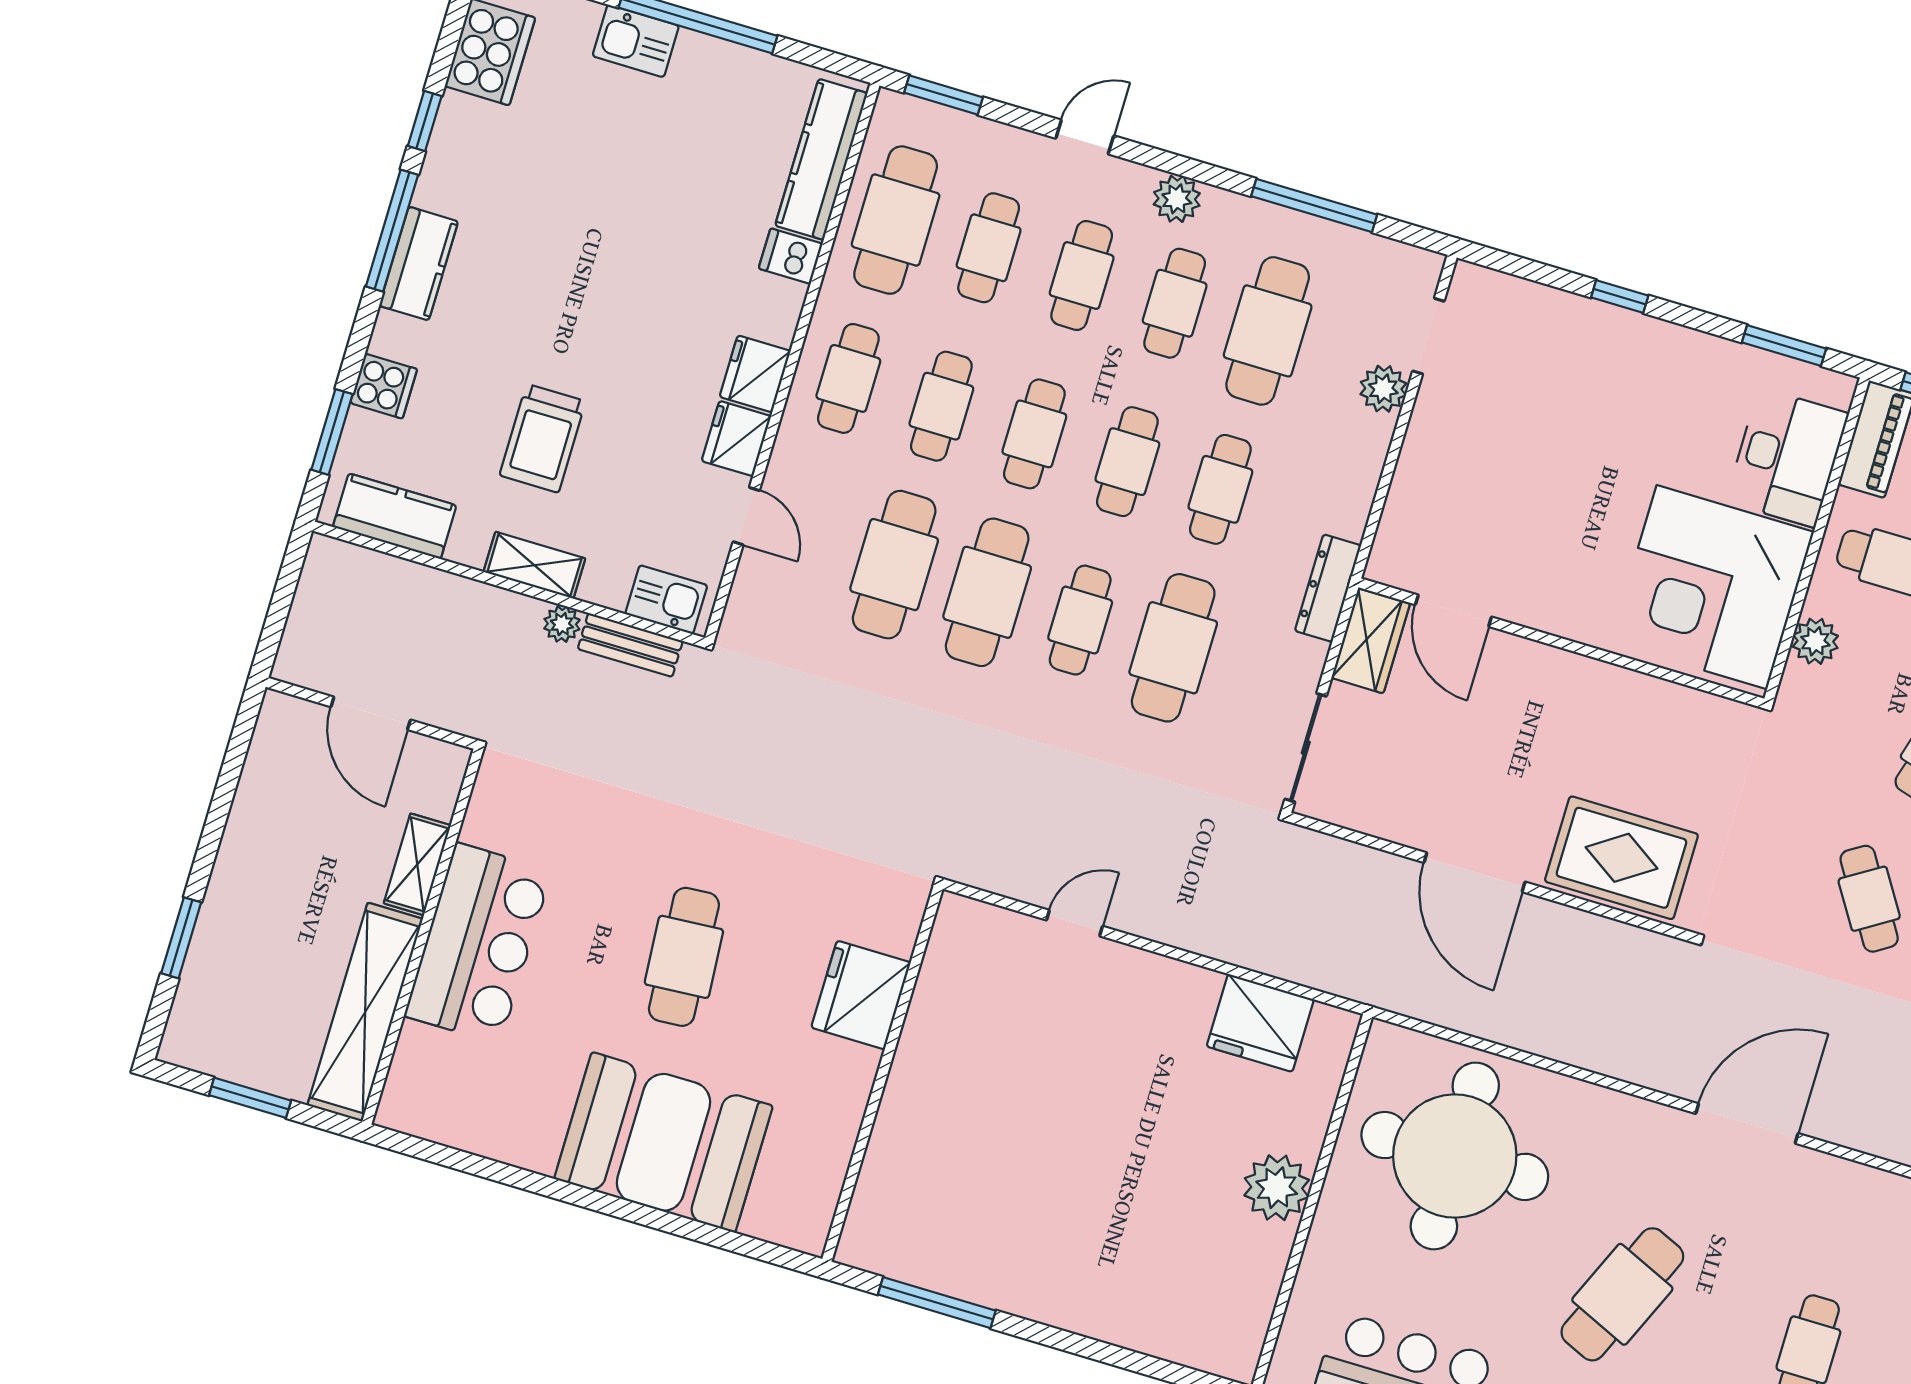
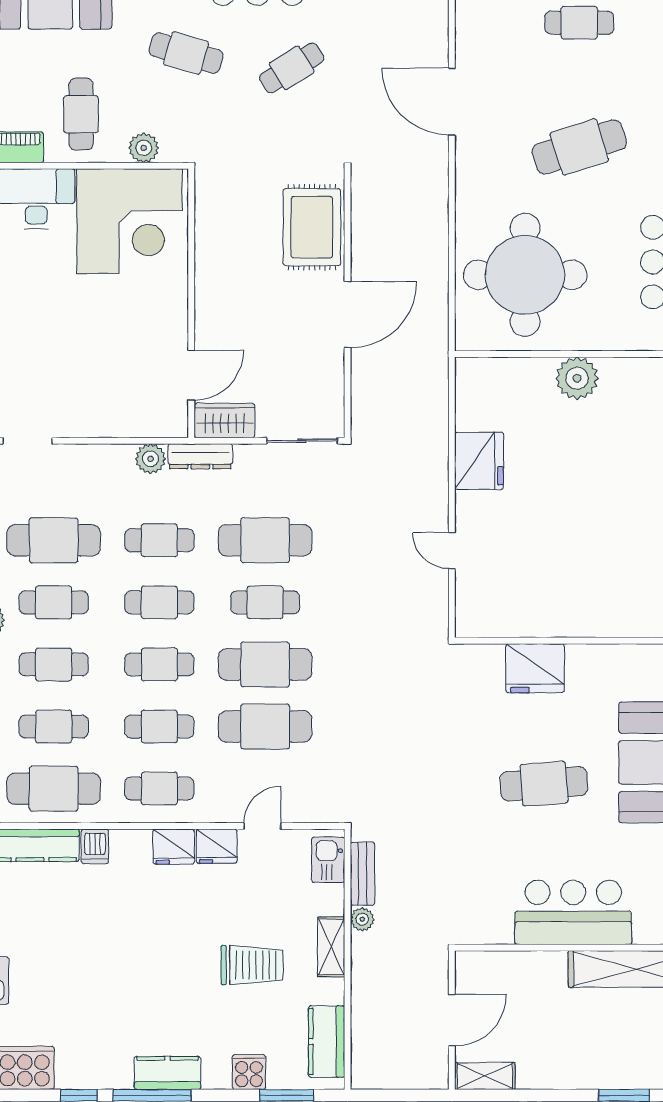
plant: (1383, 389) -> (151, 459), moved
shelving: (417, 864) -> (485, 1076), moved
fridge: (1260, 1023) -> (479, 461), moved
cafe table: (1622, 1294) -> (579, 147), turned -42

